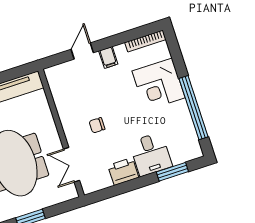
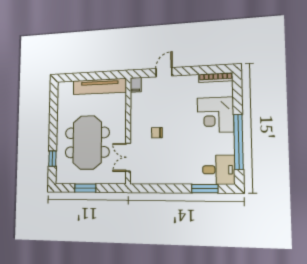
filing cabinet: (108, 58) -> (136, 85), moved
desk: (151, 154) -> (219, 170), moved, turned -90
printer: (123, 171) -> (166, 175), removed

